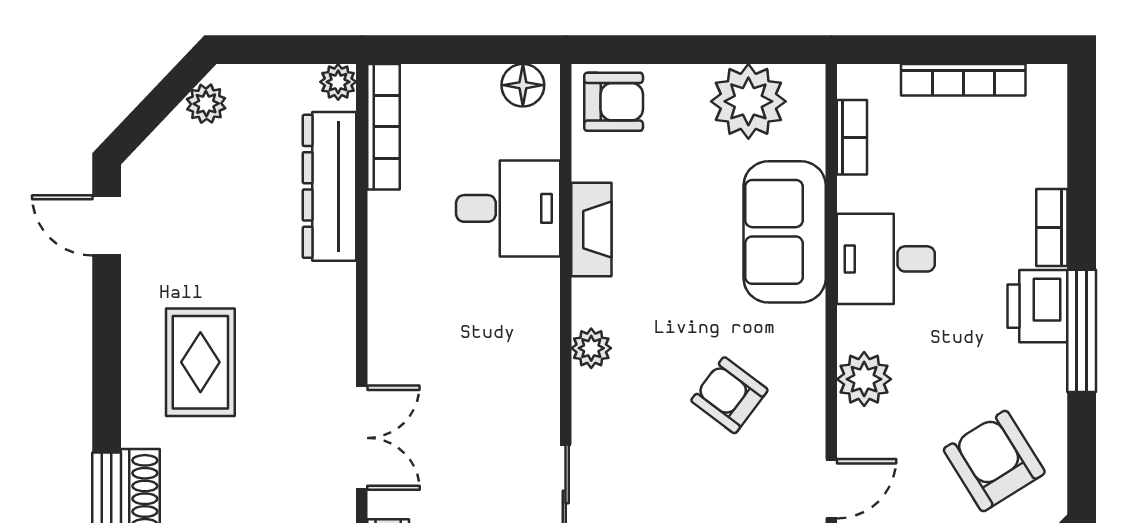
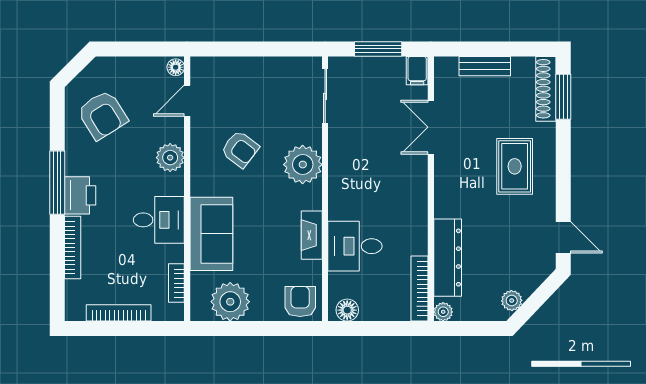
armchair: (614, 102) -> (300, 301), turned 90
bookcase: (1052, 228) -> (73, 248), width x1.56
plant: (591, 348) -> (303, 165), width x1.88, depth x1.88

